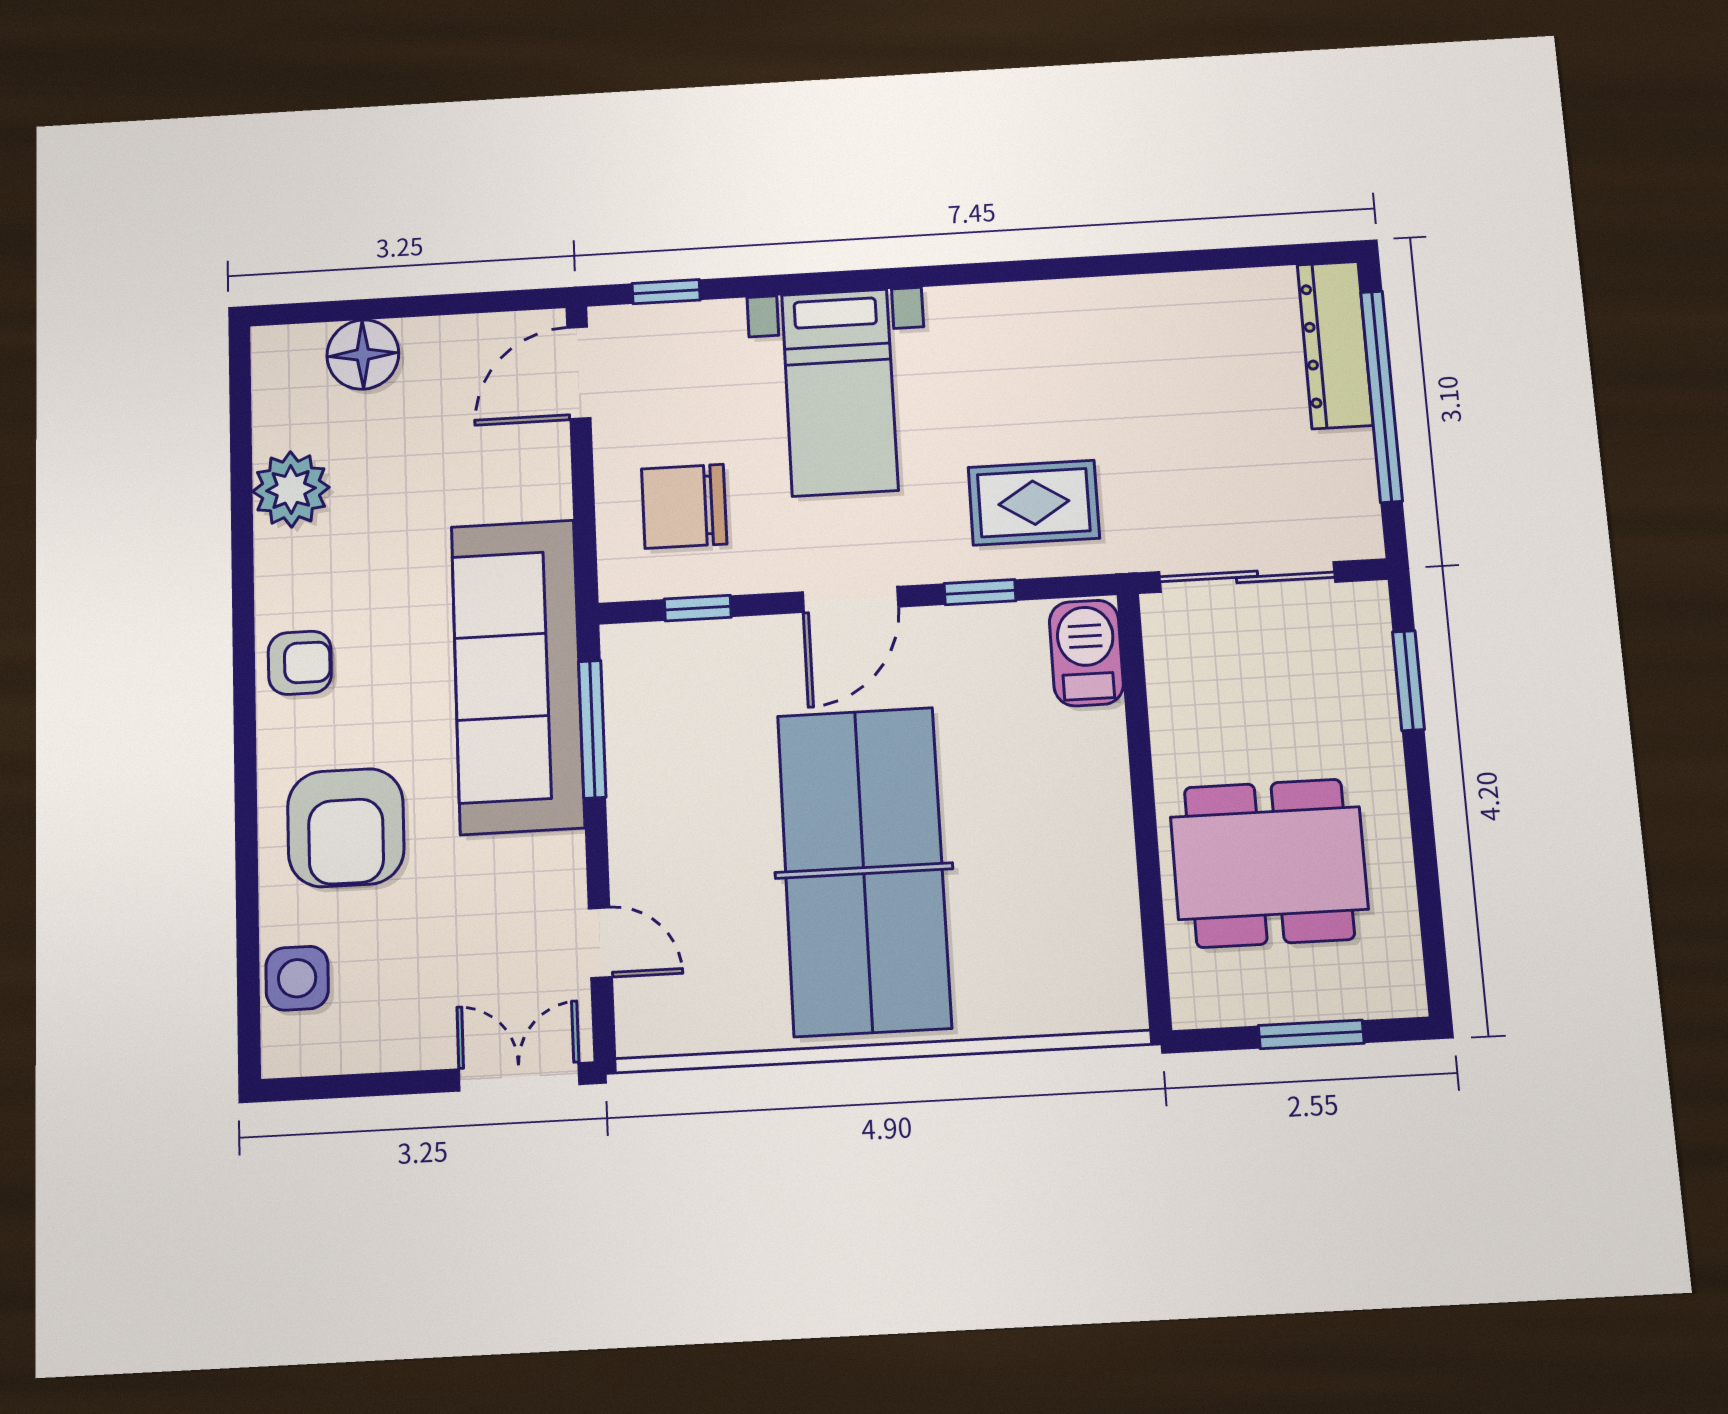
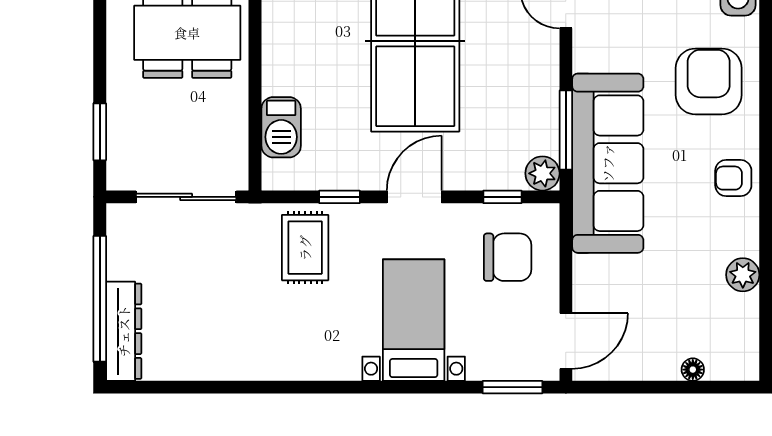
window: (666, 292) -> (512, 387), width x1.50
floor lamp: (363, 355) -> (693, 370), width x0.53, depth x0.53
plant: (291, 489) -> (743, 275), width x0.73, depth x0.73
rug: (1034, 503) -> (305, 248), turned 90
plant: (630, 652) -> (542, 173), added
barbecue: (1086, 653) -> (281, 127), moved

